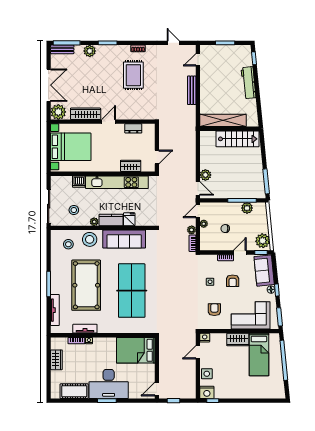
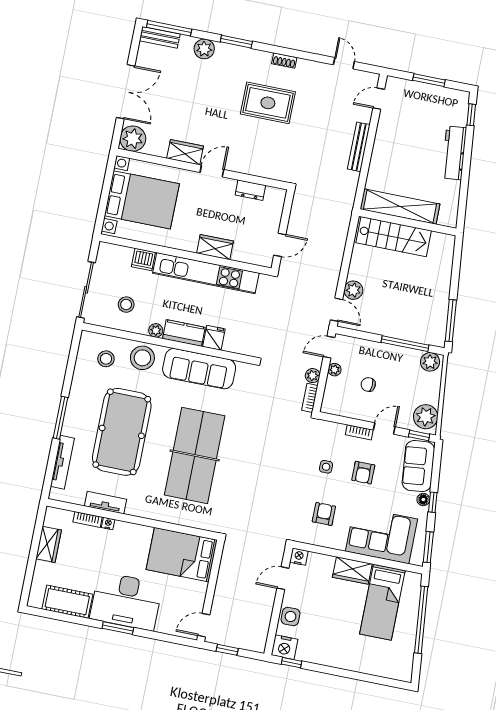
rug: (133, 75) -> (268, 103), turned 90
wardrobe: (86, 114) -> (185, 152), width x0.67
stairs: (238, 139) -> (394, 237), moved
wardrobe: (131, 166) -> (215, 247), moved
plant: (247, 208) -> (430, 362), moved

